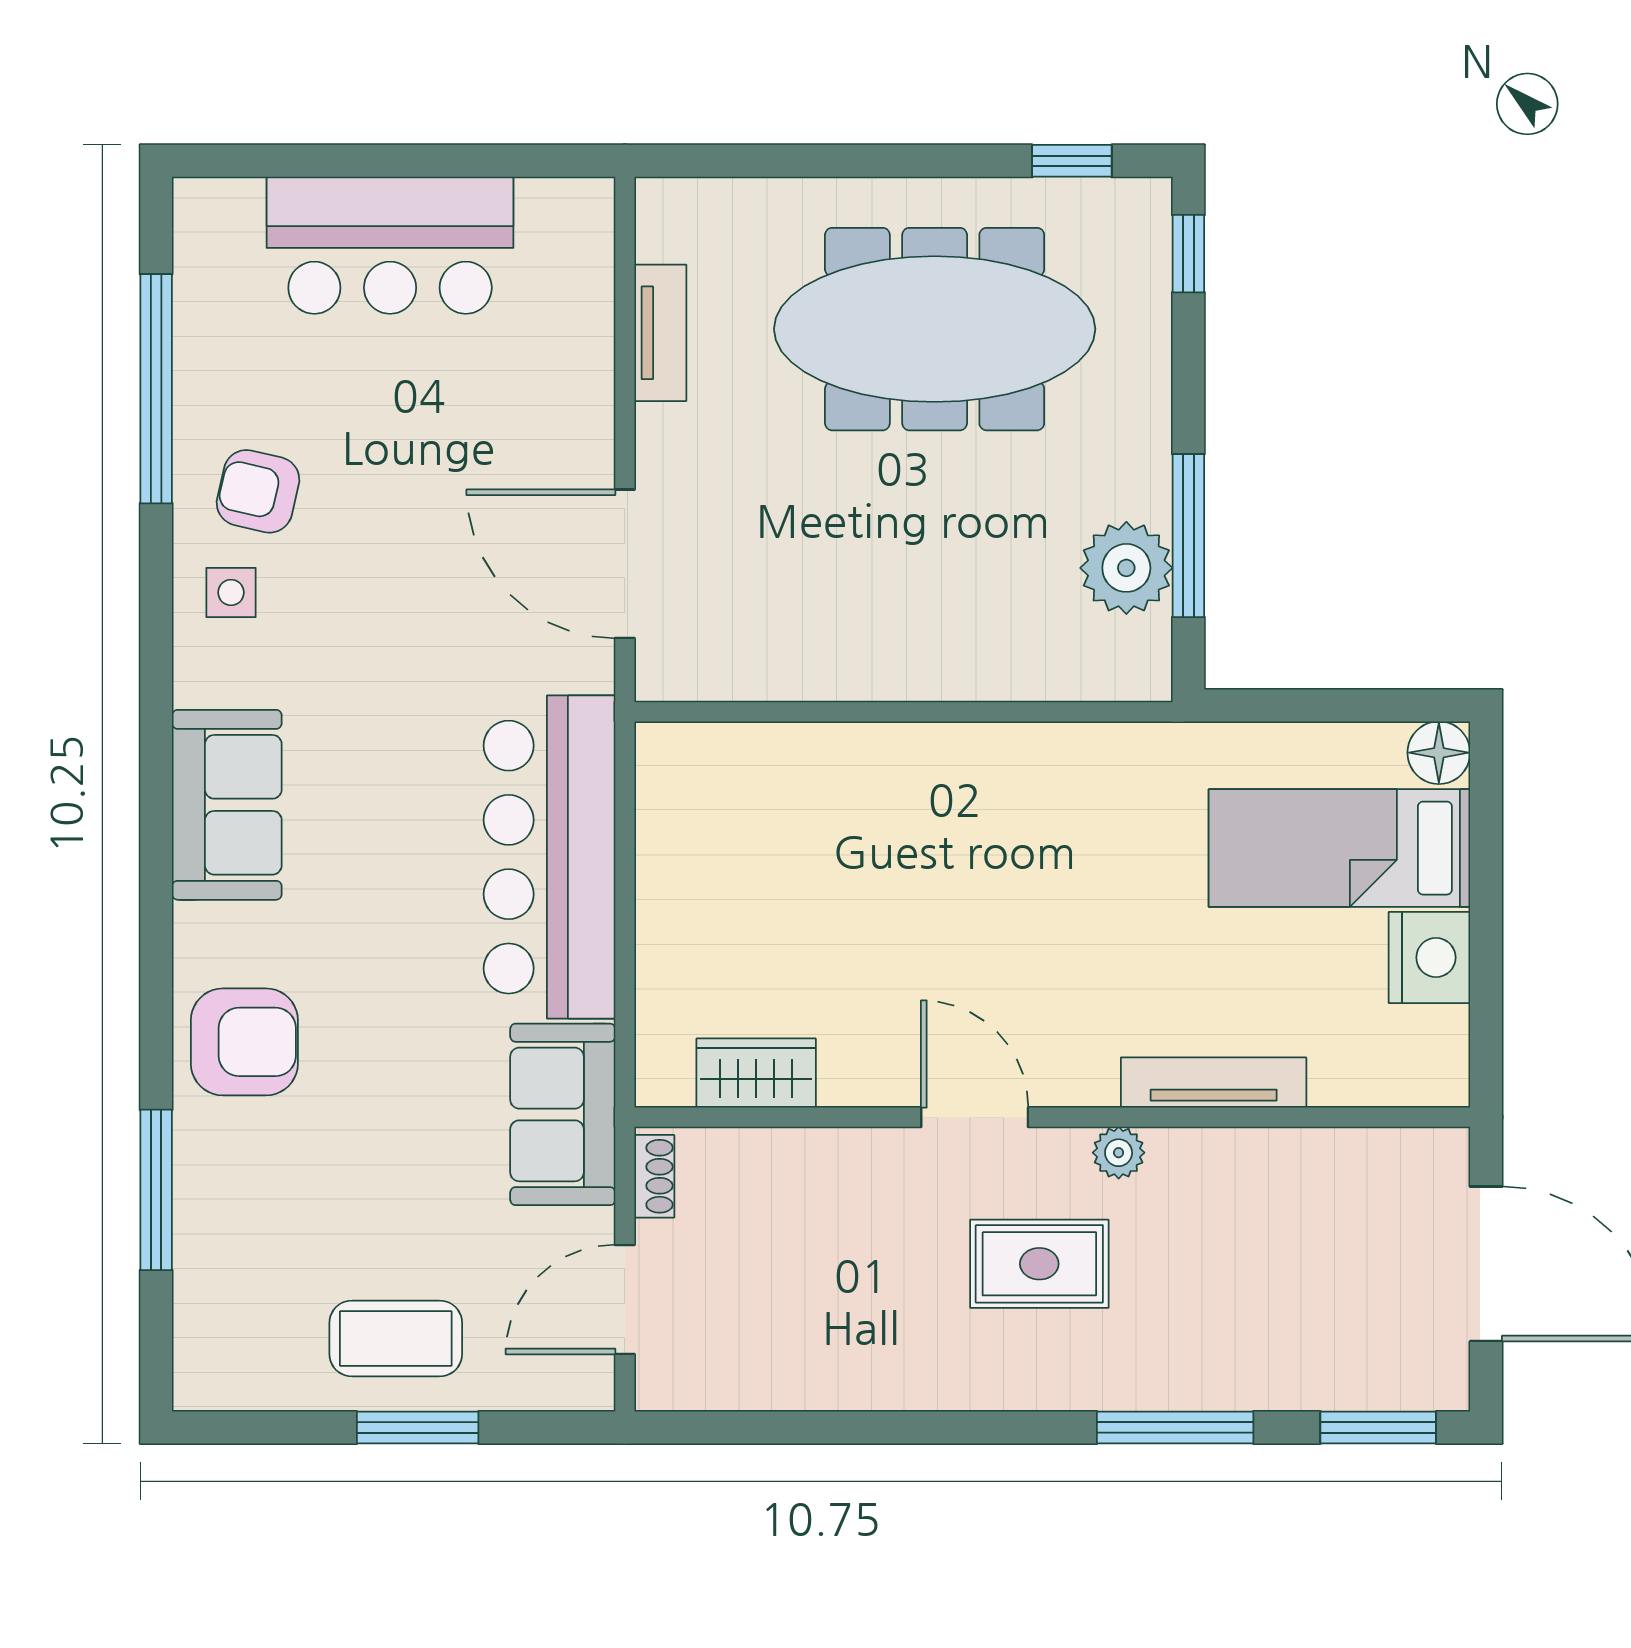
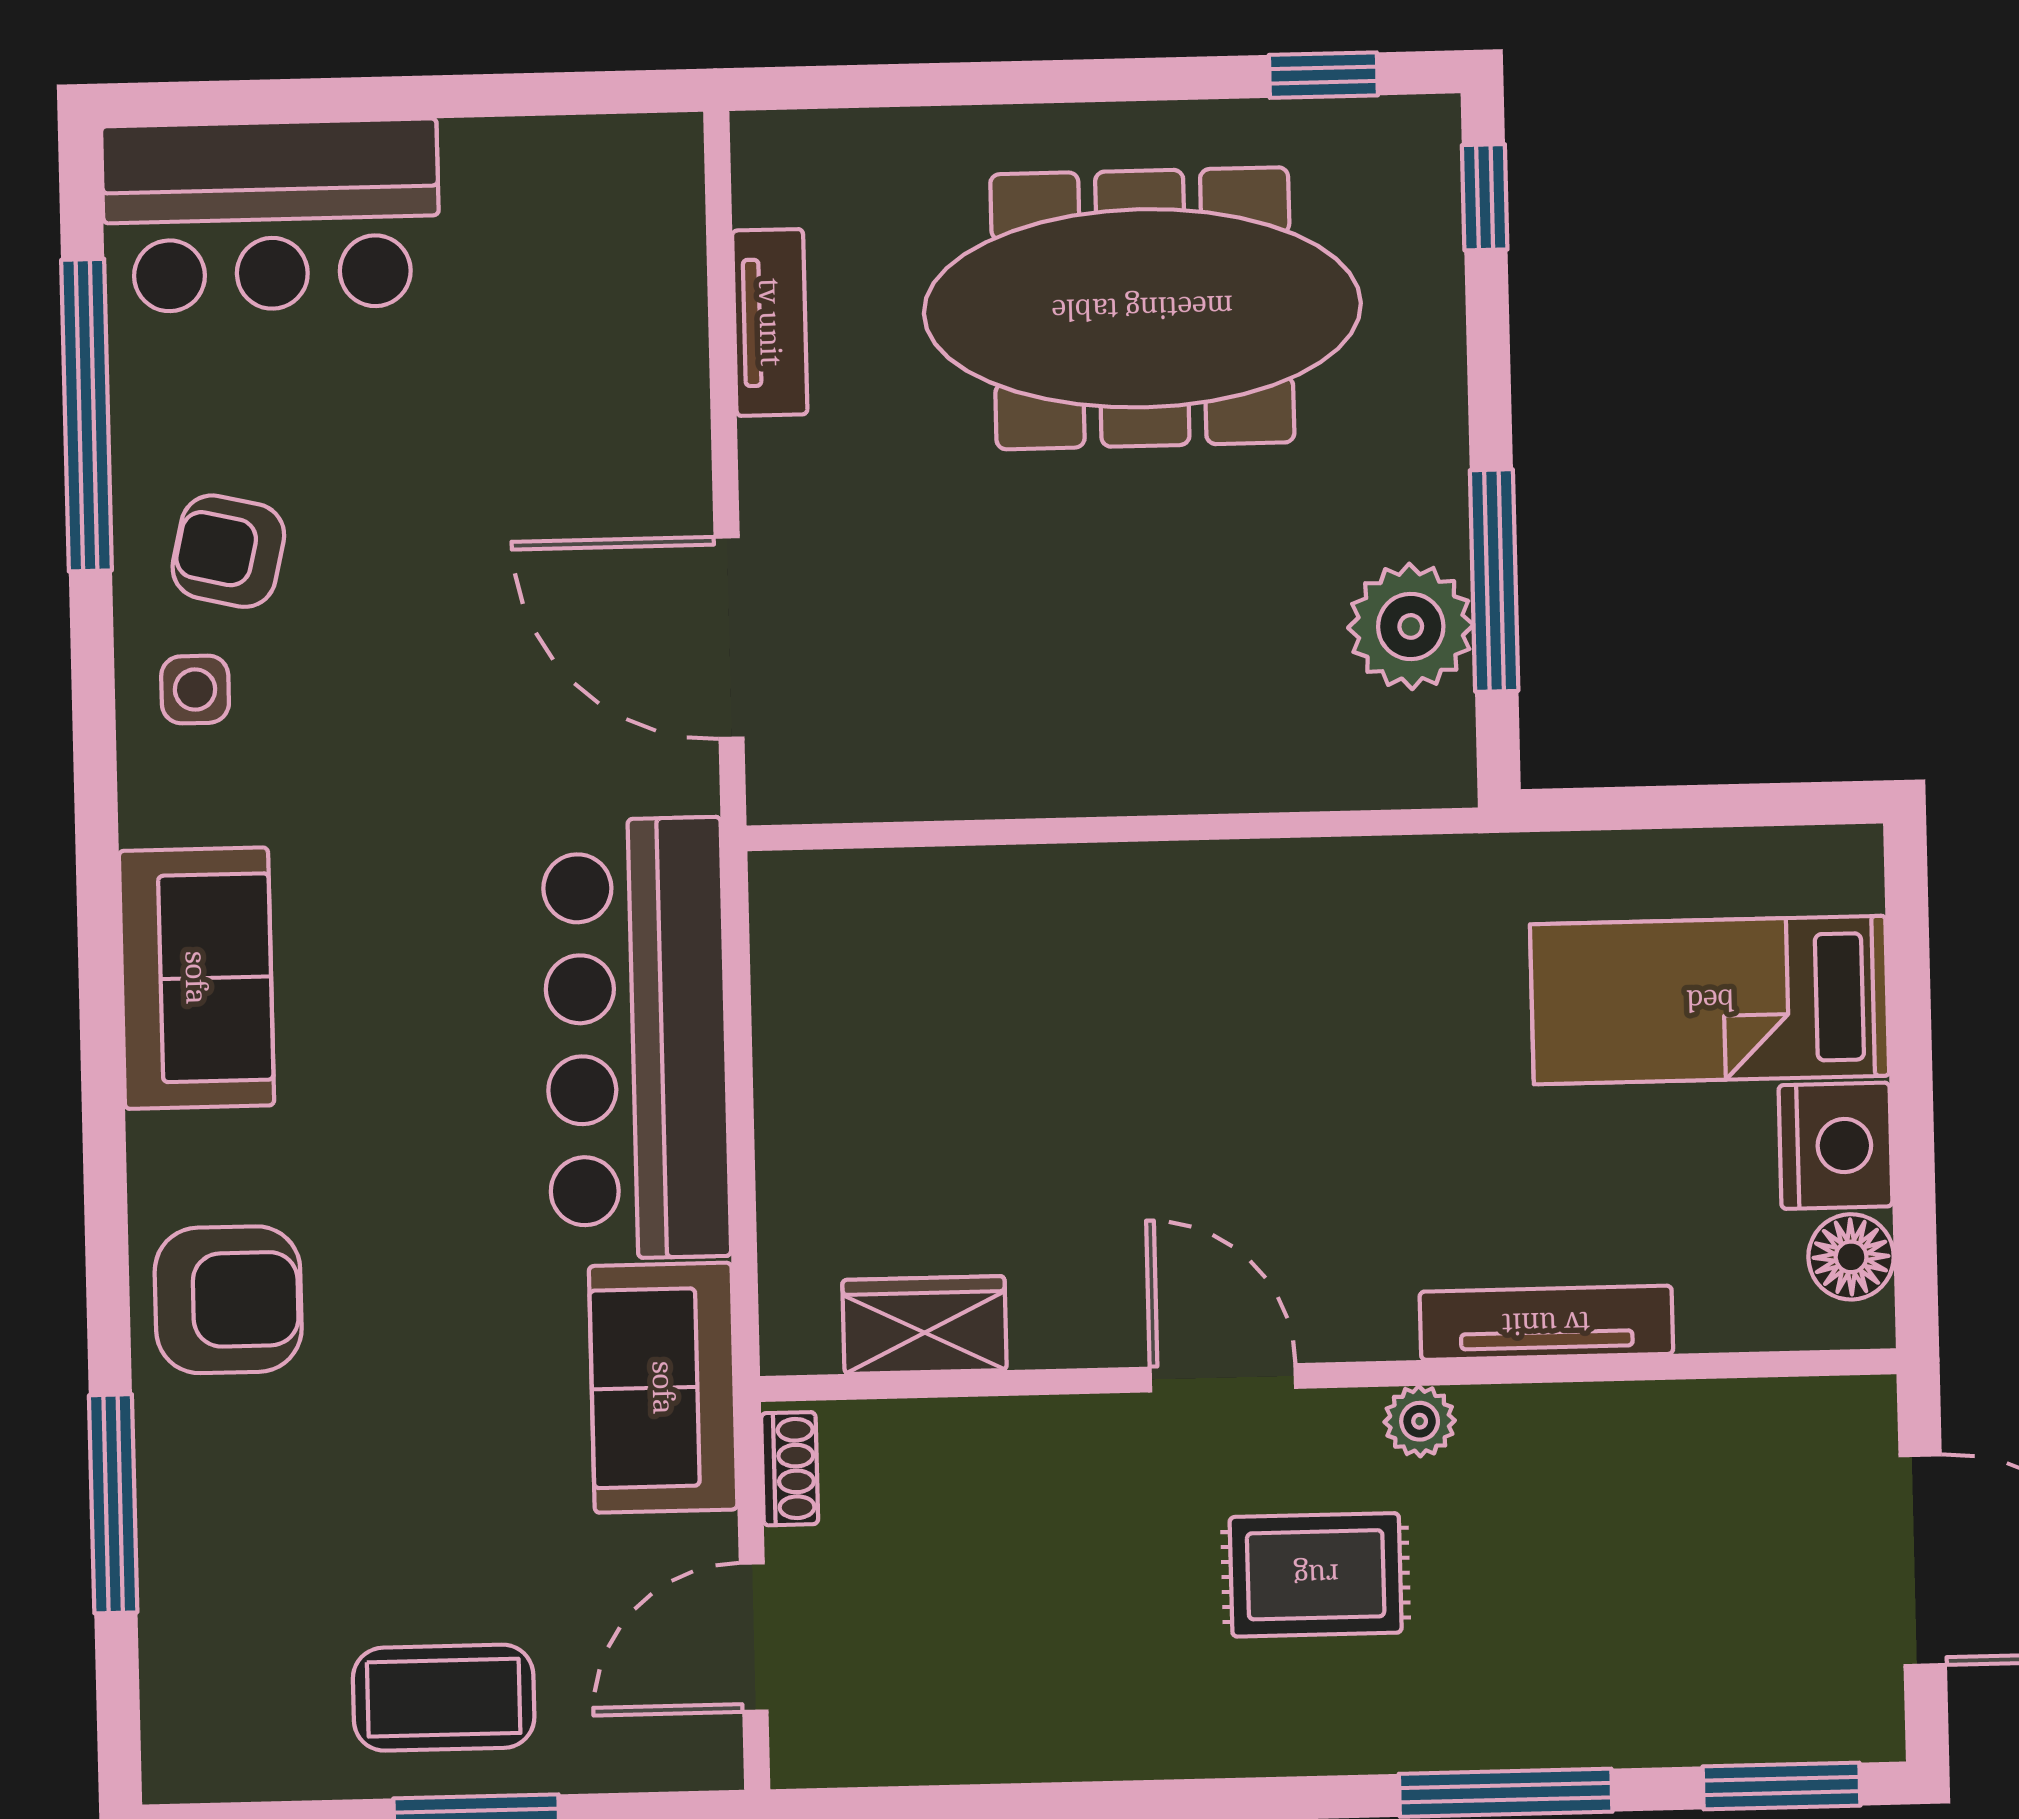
bar counter: (390, 245) -> (271, 216), moved
floor lamp: (1439, 753) -> (1851, 1257), moved

